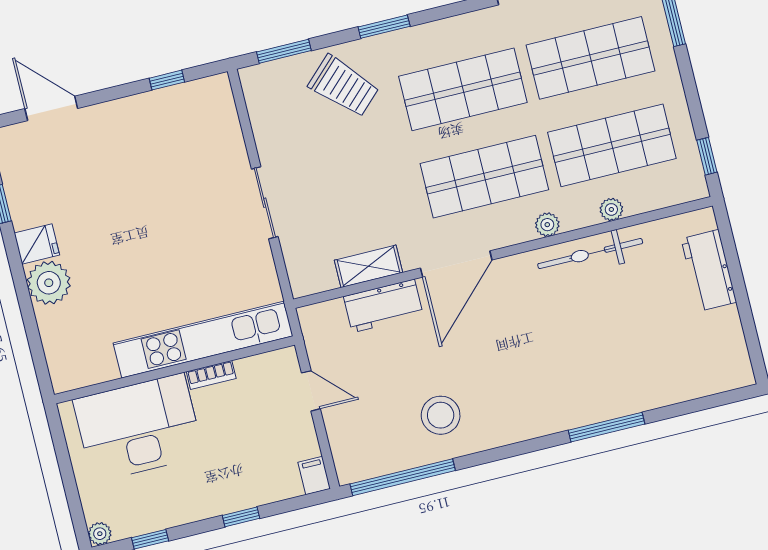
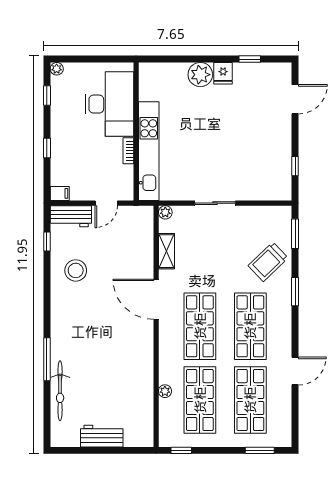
plant: (547, 225) -> (165, 212), moved
bicycle: (590, 254) -> (60, 391), moved, turned 180
workbench: (709, 270) -> (102, 436), moved
workbench: (383, 306) -> (71, 216), moved, turned -90
window: (403, 477) -> (47, 241), width x0.32

